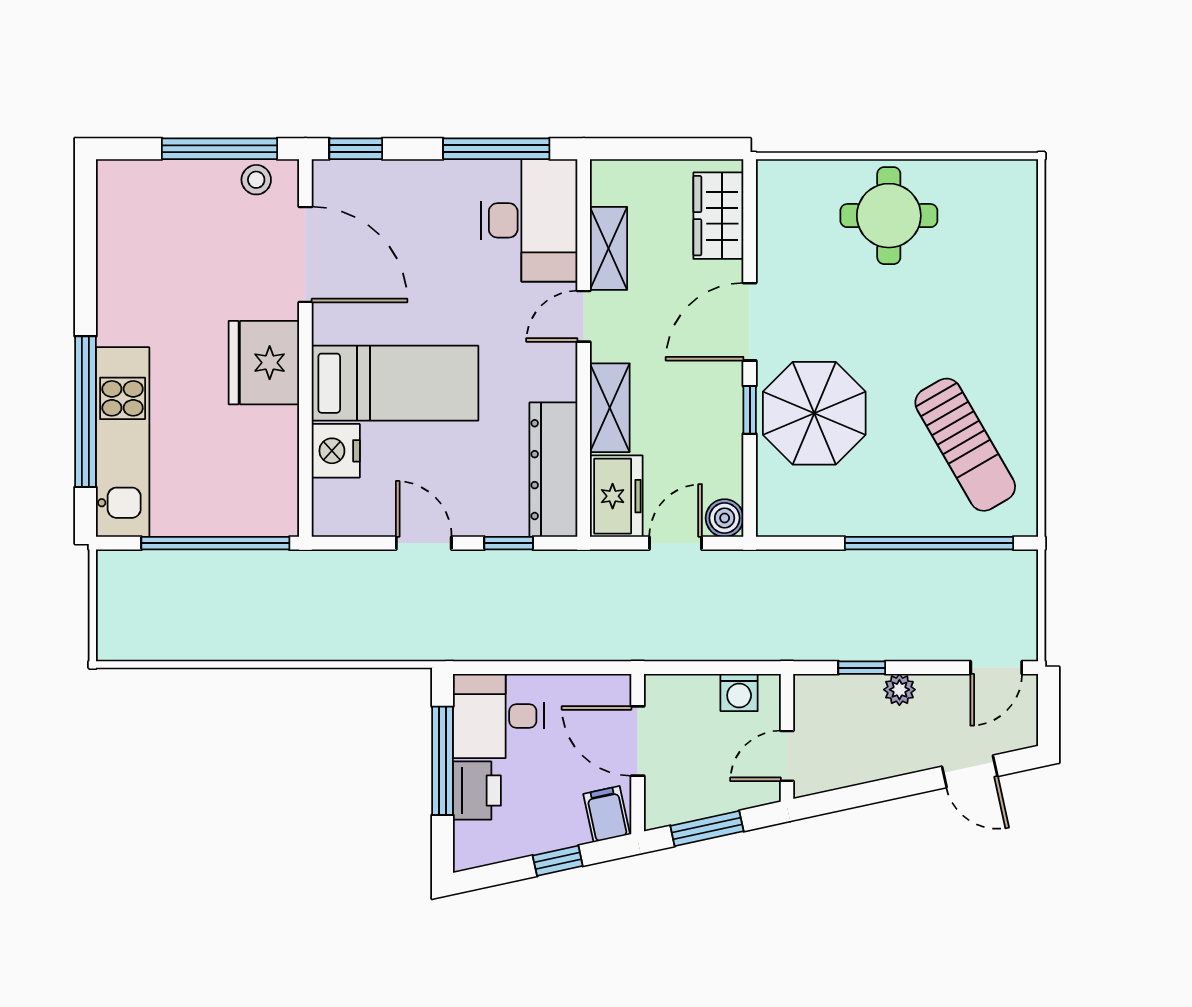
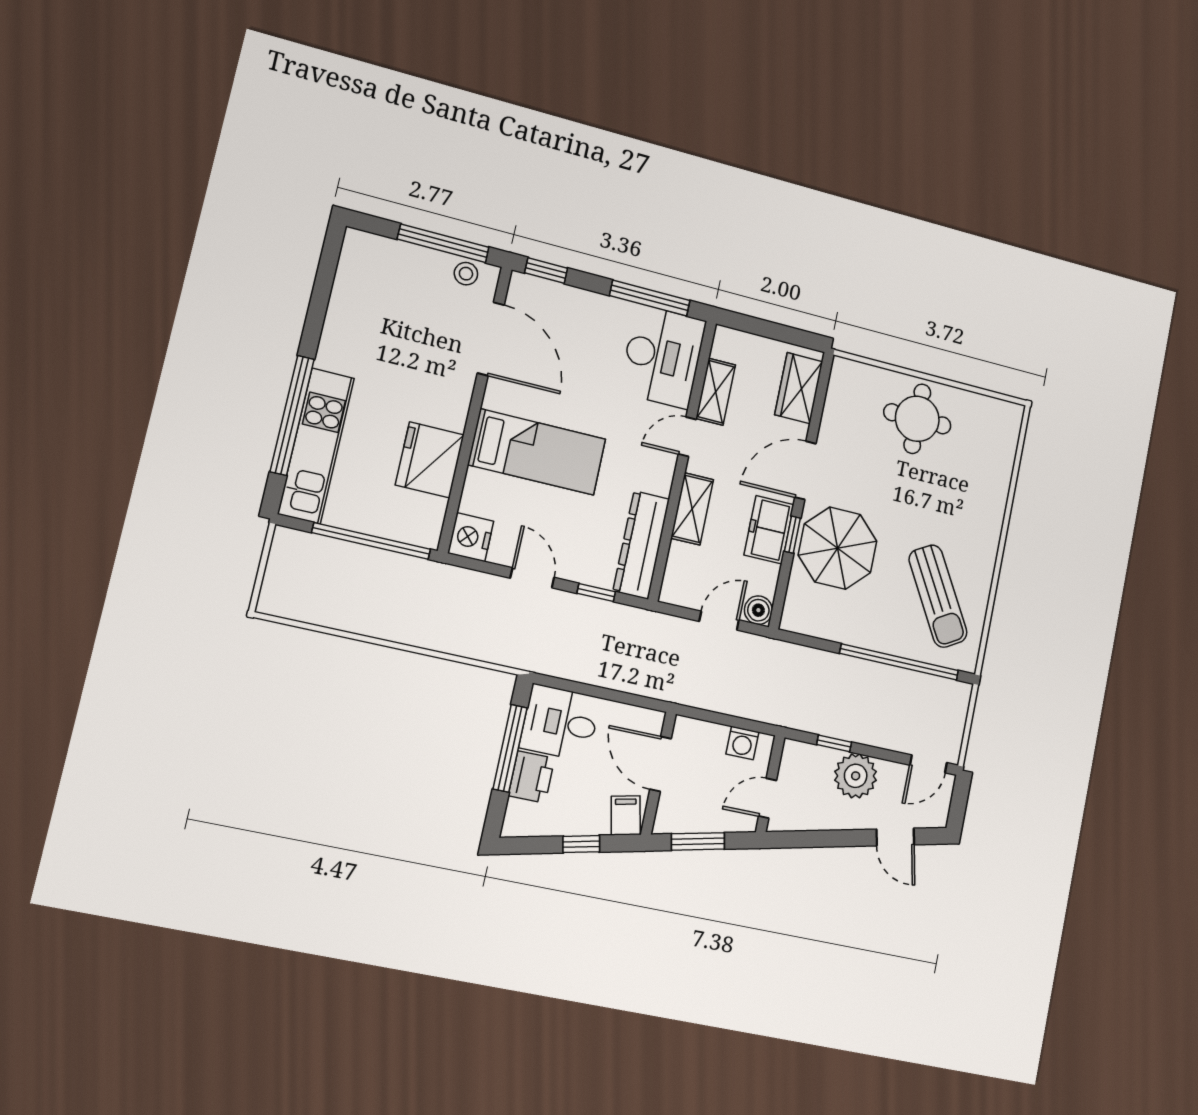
fridge: (264, 363) -> (430, 460), moved
nightstand: (336, 451) -> (471, 537), moved
freezer: (616, 496) -> (769, 530), moved, turned 180
plant: (899, 690) -> (856, 776), width x1.88, depth x1.88

